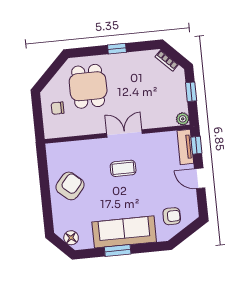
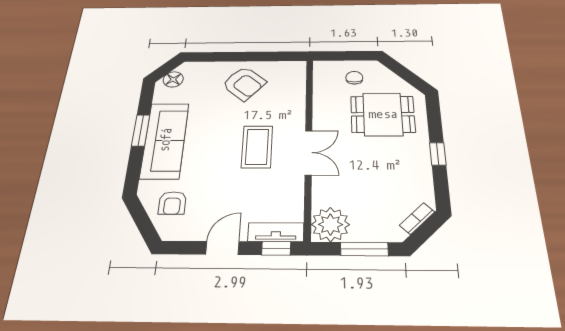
window: (191, 92) -> (364, 249), width x1.50
plant: (183, 119) -> (330, 224), width x1.88, depth x1.88
coffee table: (123, 168) -> (257, 147), width x1.36, depth x1.30

